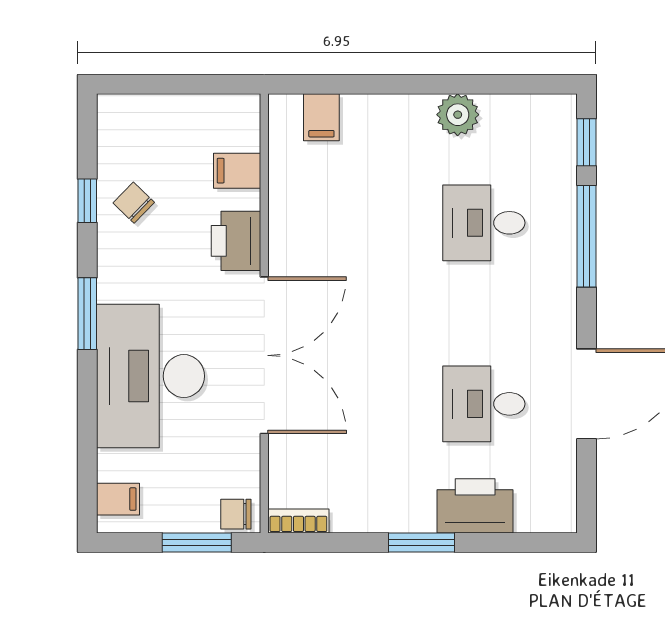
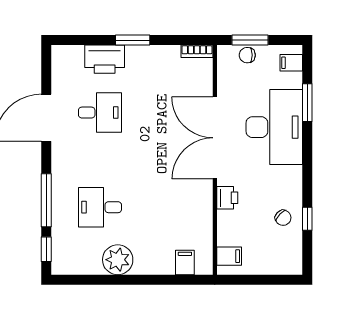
plant: (458, 115) -> (118, 260), width x1.36, depth x1.36
filing cabinet: (237, 171) -> (229, 256), moved
desk: (484, 223) -> (100, 207), turned 180
printer: (236, 241) -> (227, 198), width x0.73, depth x0.81
window: (87, 314) -> (307, 103), moved
chair: (236, 514) -> (247, 55), moved, turned 180

